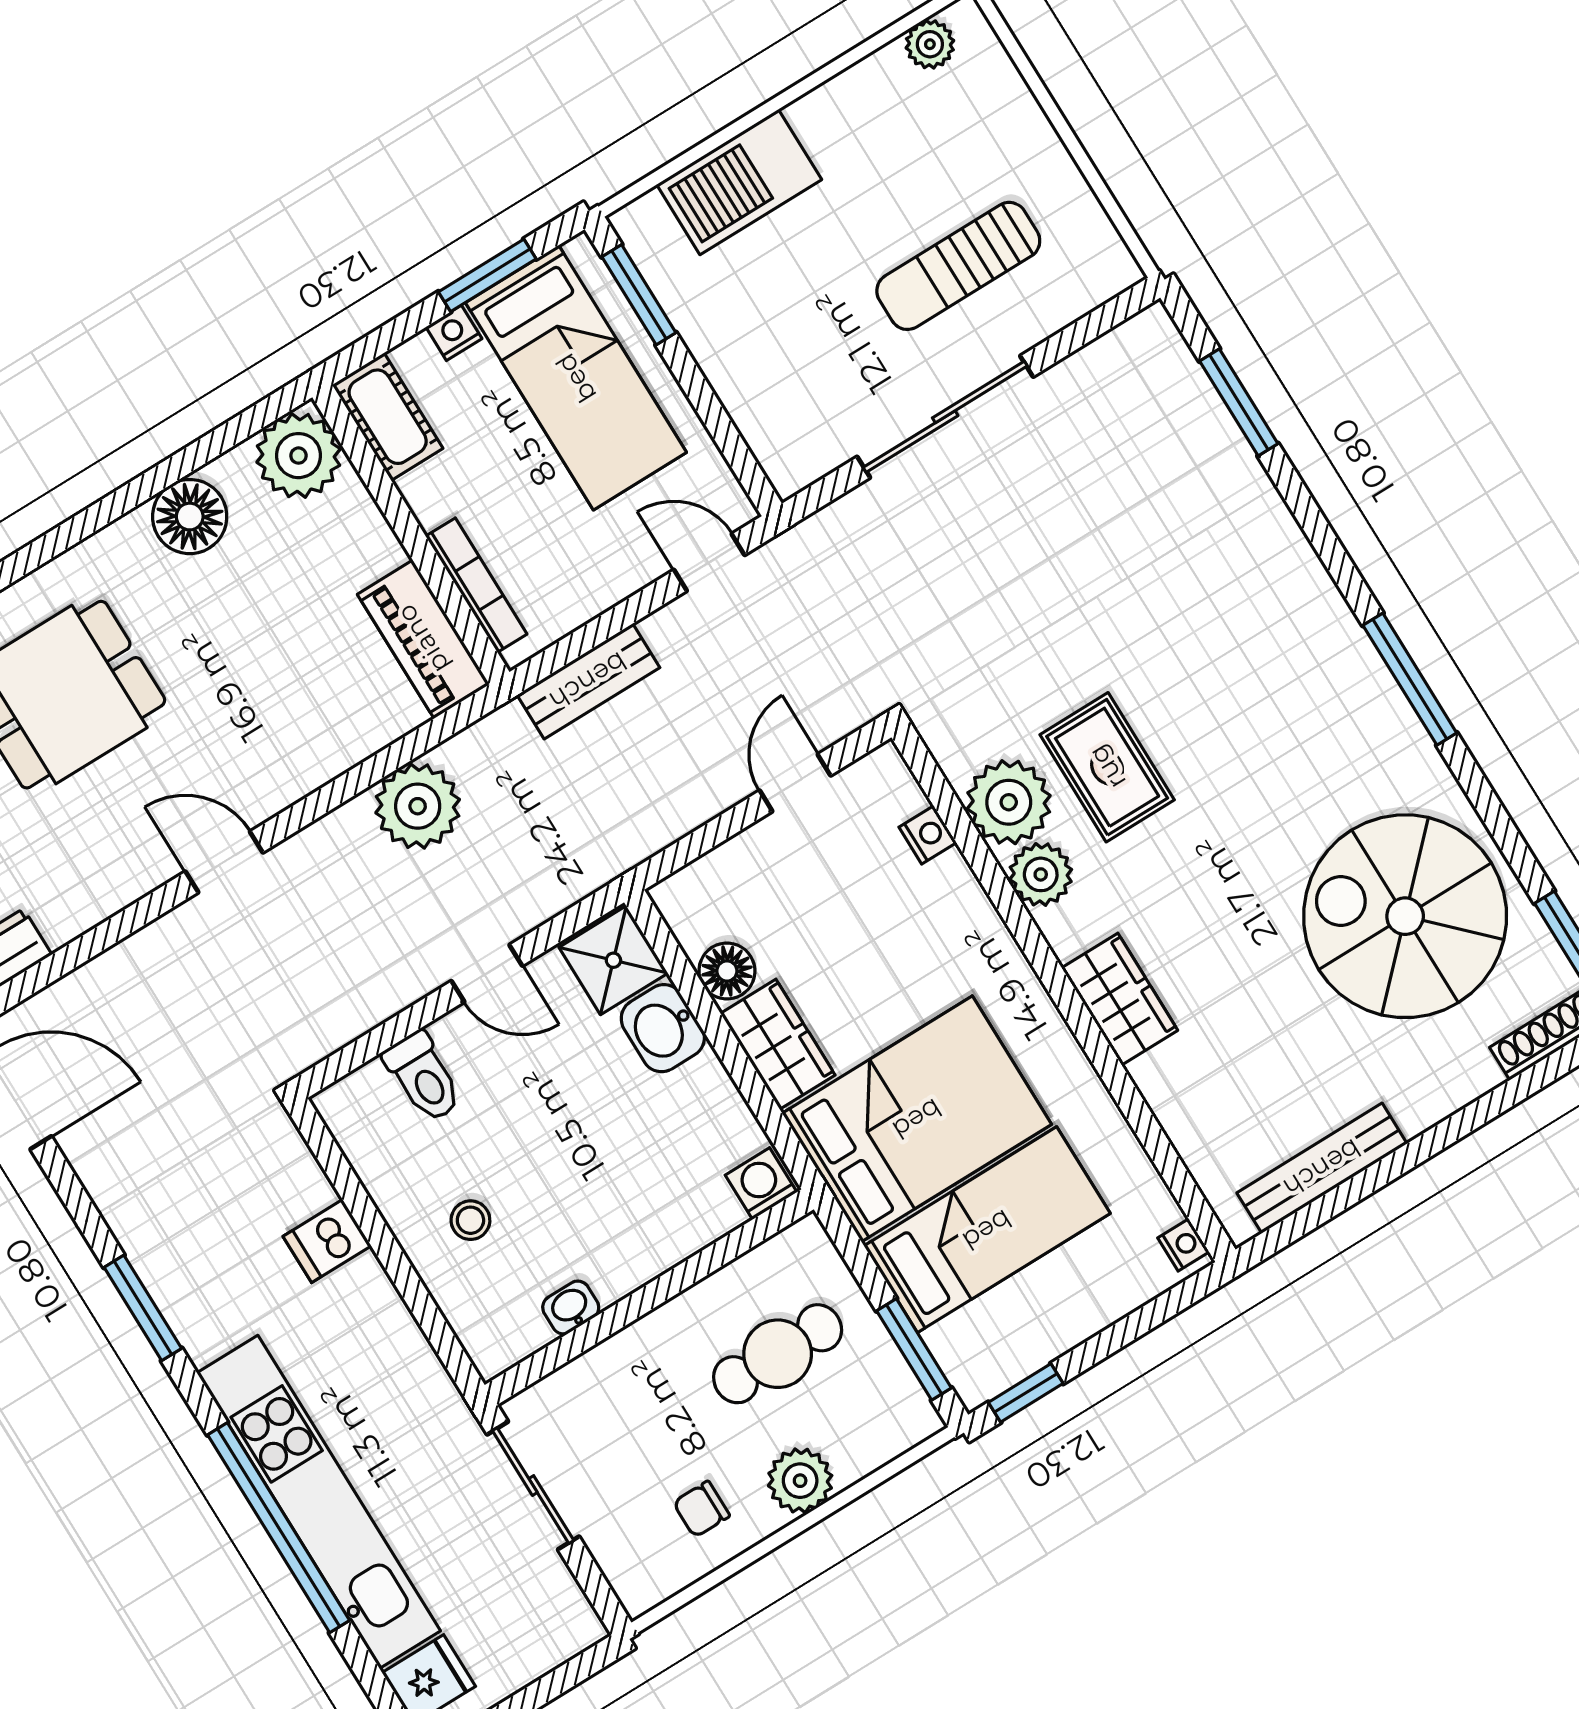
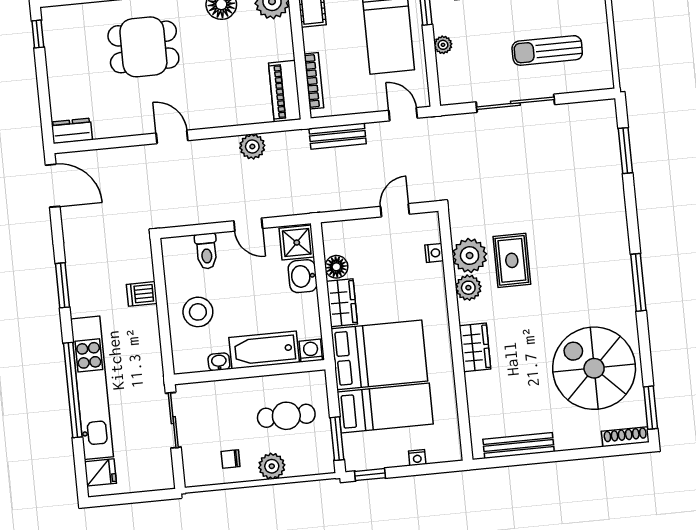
plant: (722, 366) -> (443, 45), added
plant: (418, 806) -> (252, 147), width x0.73, depth x0.73
stool: (470, 1220) -> (198, 312), width x1.89, depth x1.89
bathtub: (657, 1232) -> (264, 350), added
nightstand: (1184, 1245) -> (417, 458), moved, turned 90

